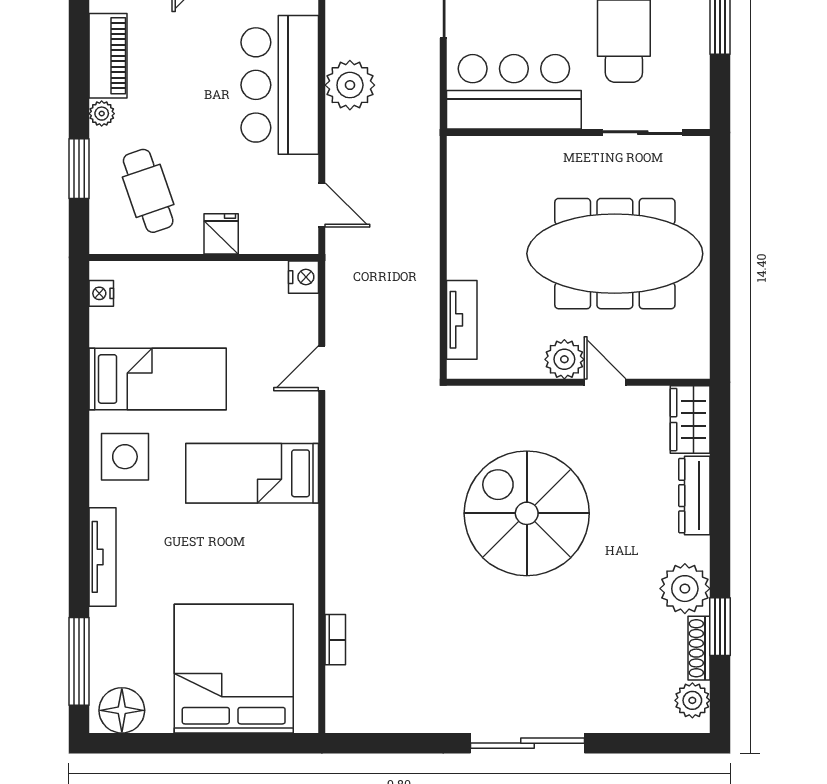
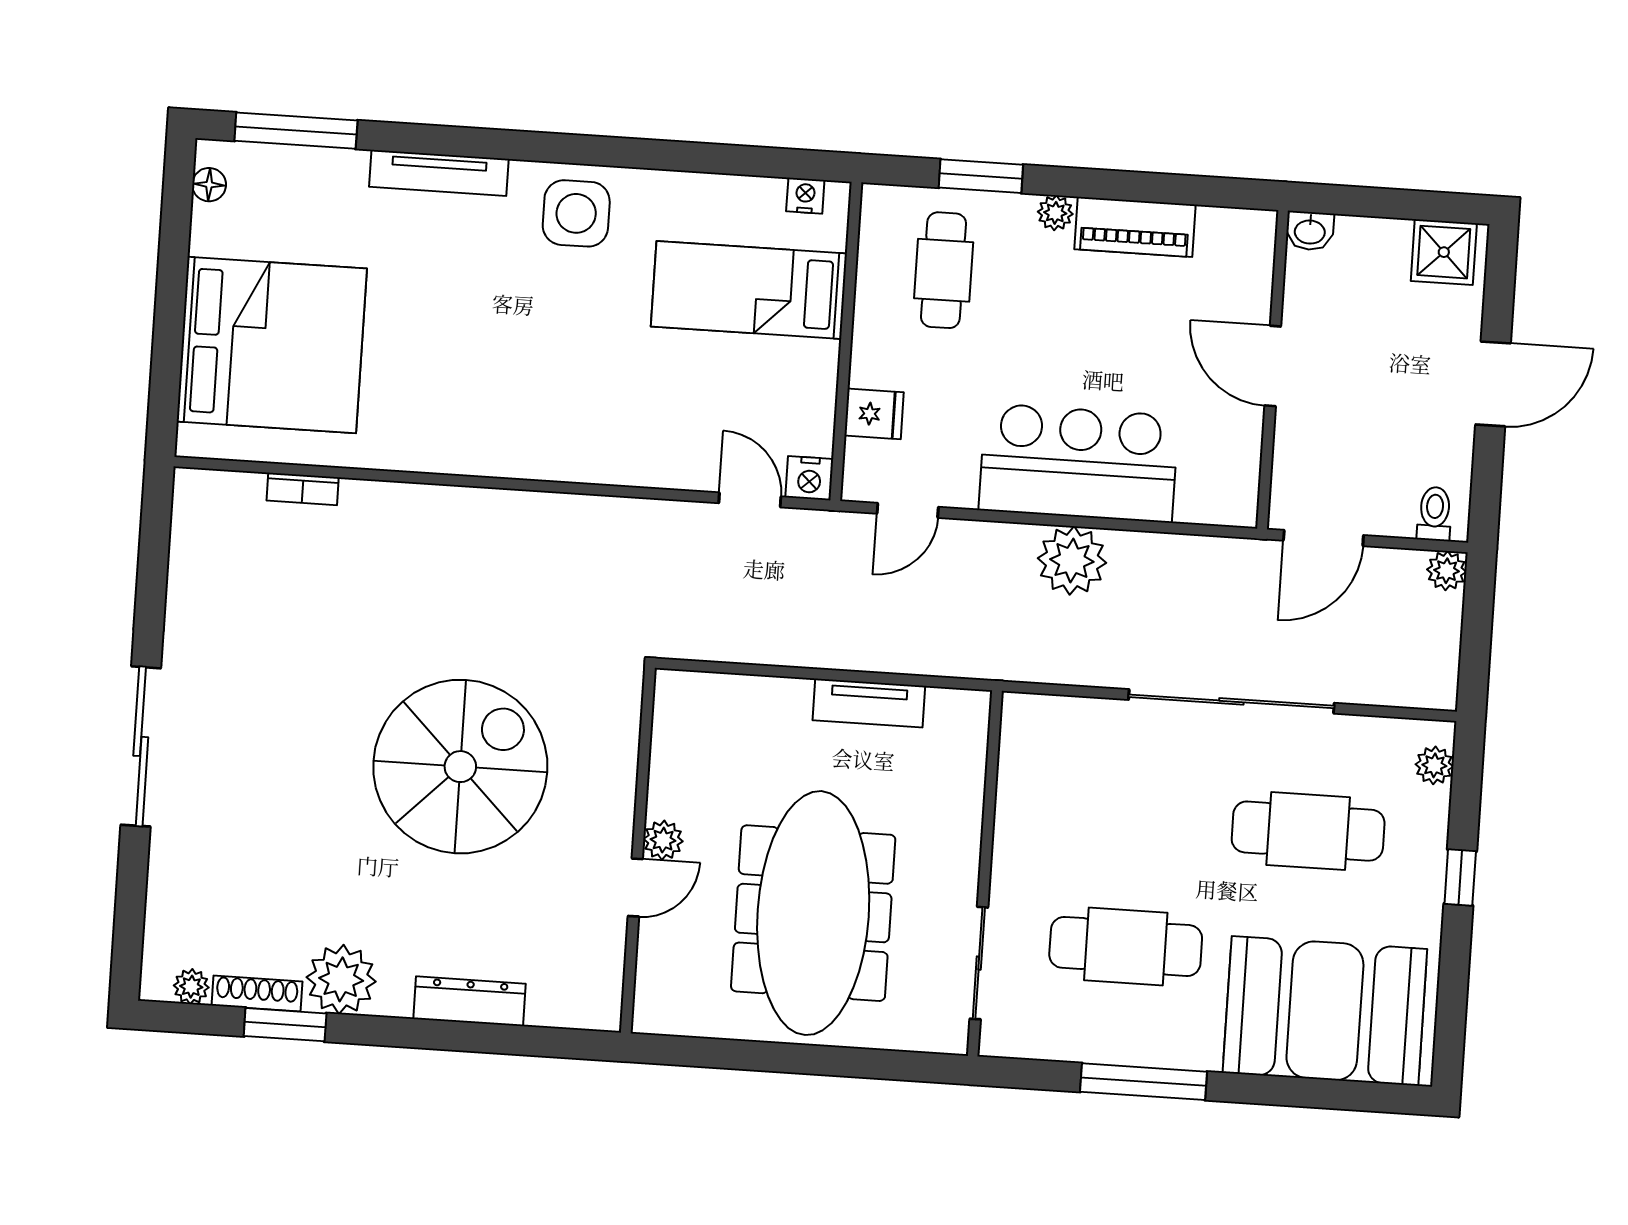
bar counter: (514, 92) -> (1047, 788), removed
cafe table: (148, 191) -> (944, 270), turned -71
fridge: (221, 234) -> (874, 414), moved
tv unit: (462, 320) -> (869, 703), moved
plant: (564, 359) -> (663, 840), width x0.73, depth x0.73
door: (322, 368) -> (750, 500), moved
bed: (158, 379) -> (749, 290), moved, turned 90
wardrobe: (690, 420) -> (576, 1002), removed
bed: (252, 473) -> (541, 389), removed
plant: (692, 700) -> (191, 987), width x0.73, depth x0.73
floor lamp: (122, 710) -> (209, 185), width x0.53, depth x0.53

